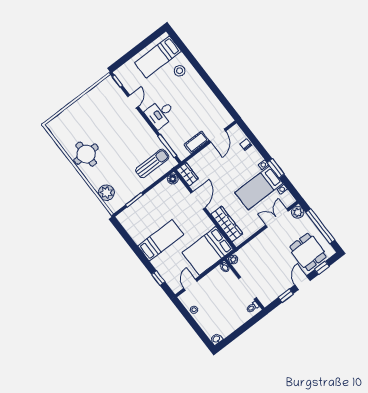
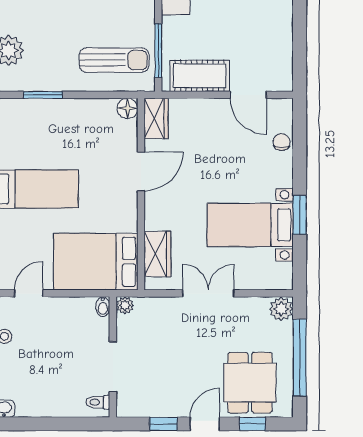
door: (217, 136) -> (248, 95), hinge flipped
cot: (196, 142) -> (200, 76), width x1.37, depth x1.34
double door: (277, 218) -> (208, 293), moved
wardrobe: (227, 224) -> (158, 254), width x0.67

